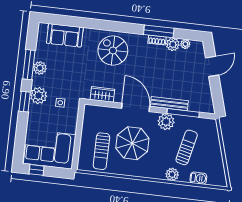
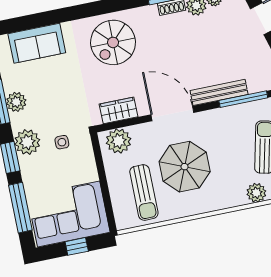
spiral stairs: (113, 51) -> (113, 42), turned -90
plant: (166, 122) -> (119, 141), moved
window: (21, 135) -> (20, 208), added
window: (36, 170) -> (77, 246), moved

